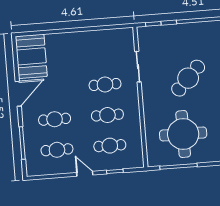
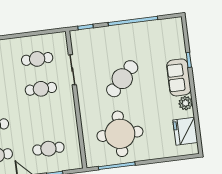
cafe table: (107, 115) -> (37, 59), moved

